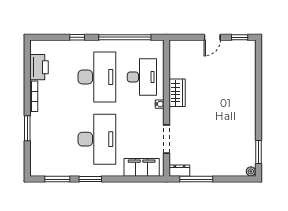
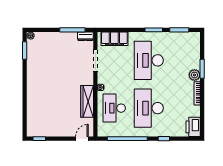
door: (212, 37) -> (82, 139), moved
printer: (39, 67) -> (193, 127), moved
wardrobe: (177, 93) -> (87, 101), width x1.50
plant: (37, 120) -> (194, 75), added

